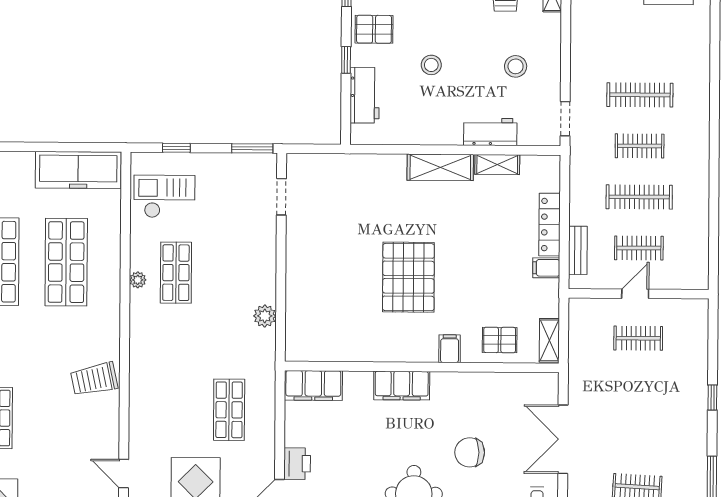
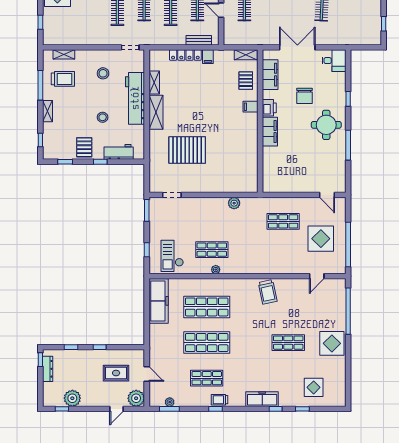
workbench: (490, 132) -> (135, 98), width x1.88, depth x1.32
pallet: (408, 277) -> (187, 150), moved
filing cabinet: (313, 385) -> (270, 75), moved
double door: (563, 439) -> (297, 47), swing flipped
printer: (297, 464) -> (269, 108), moved, turned 90

